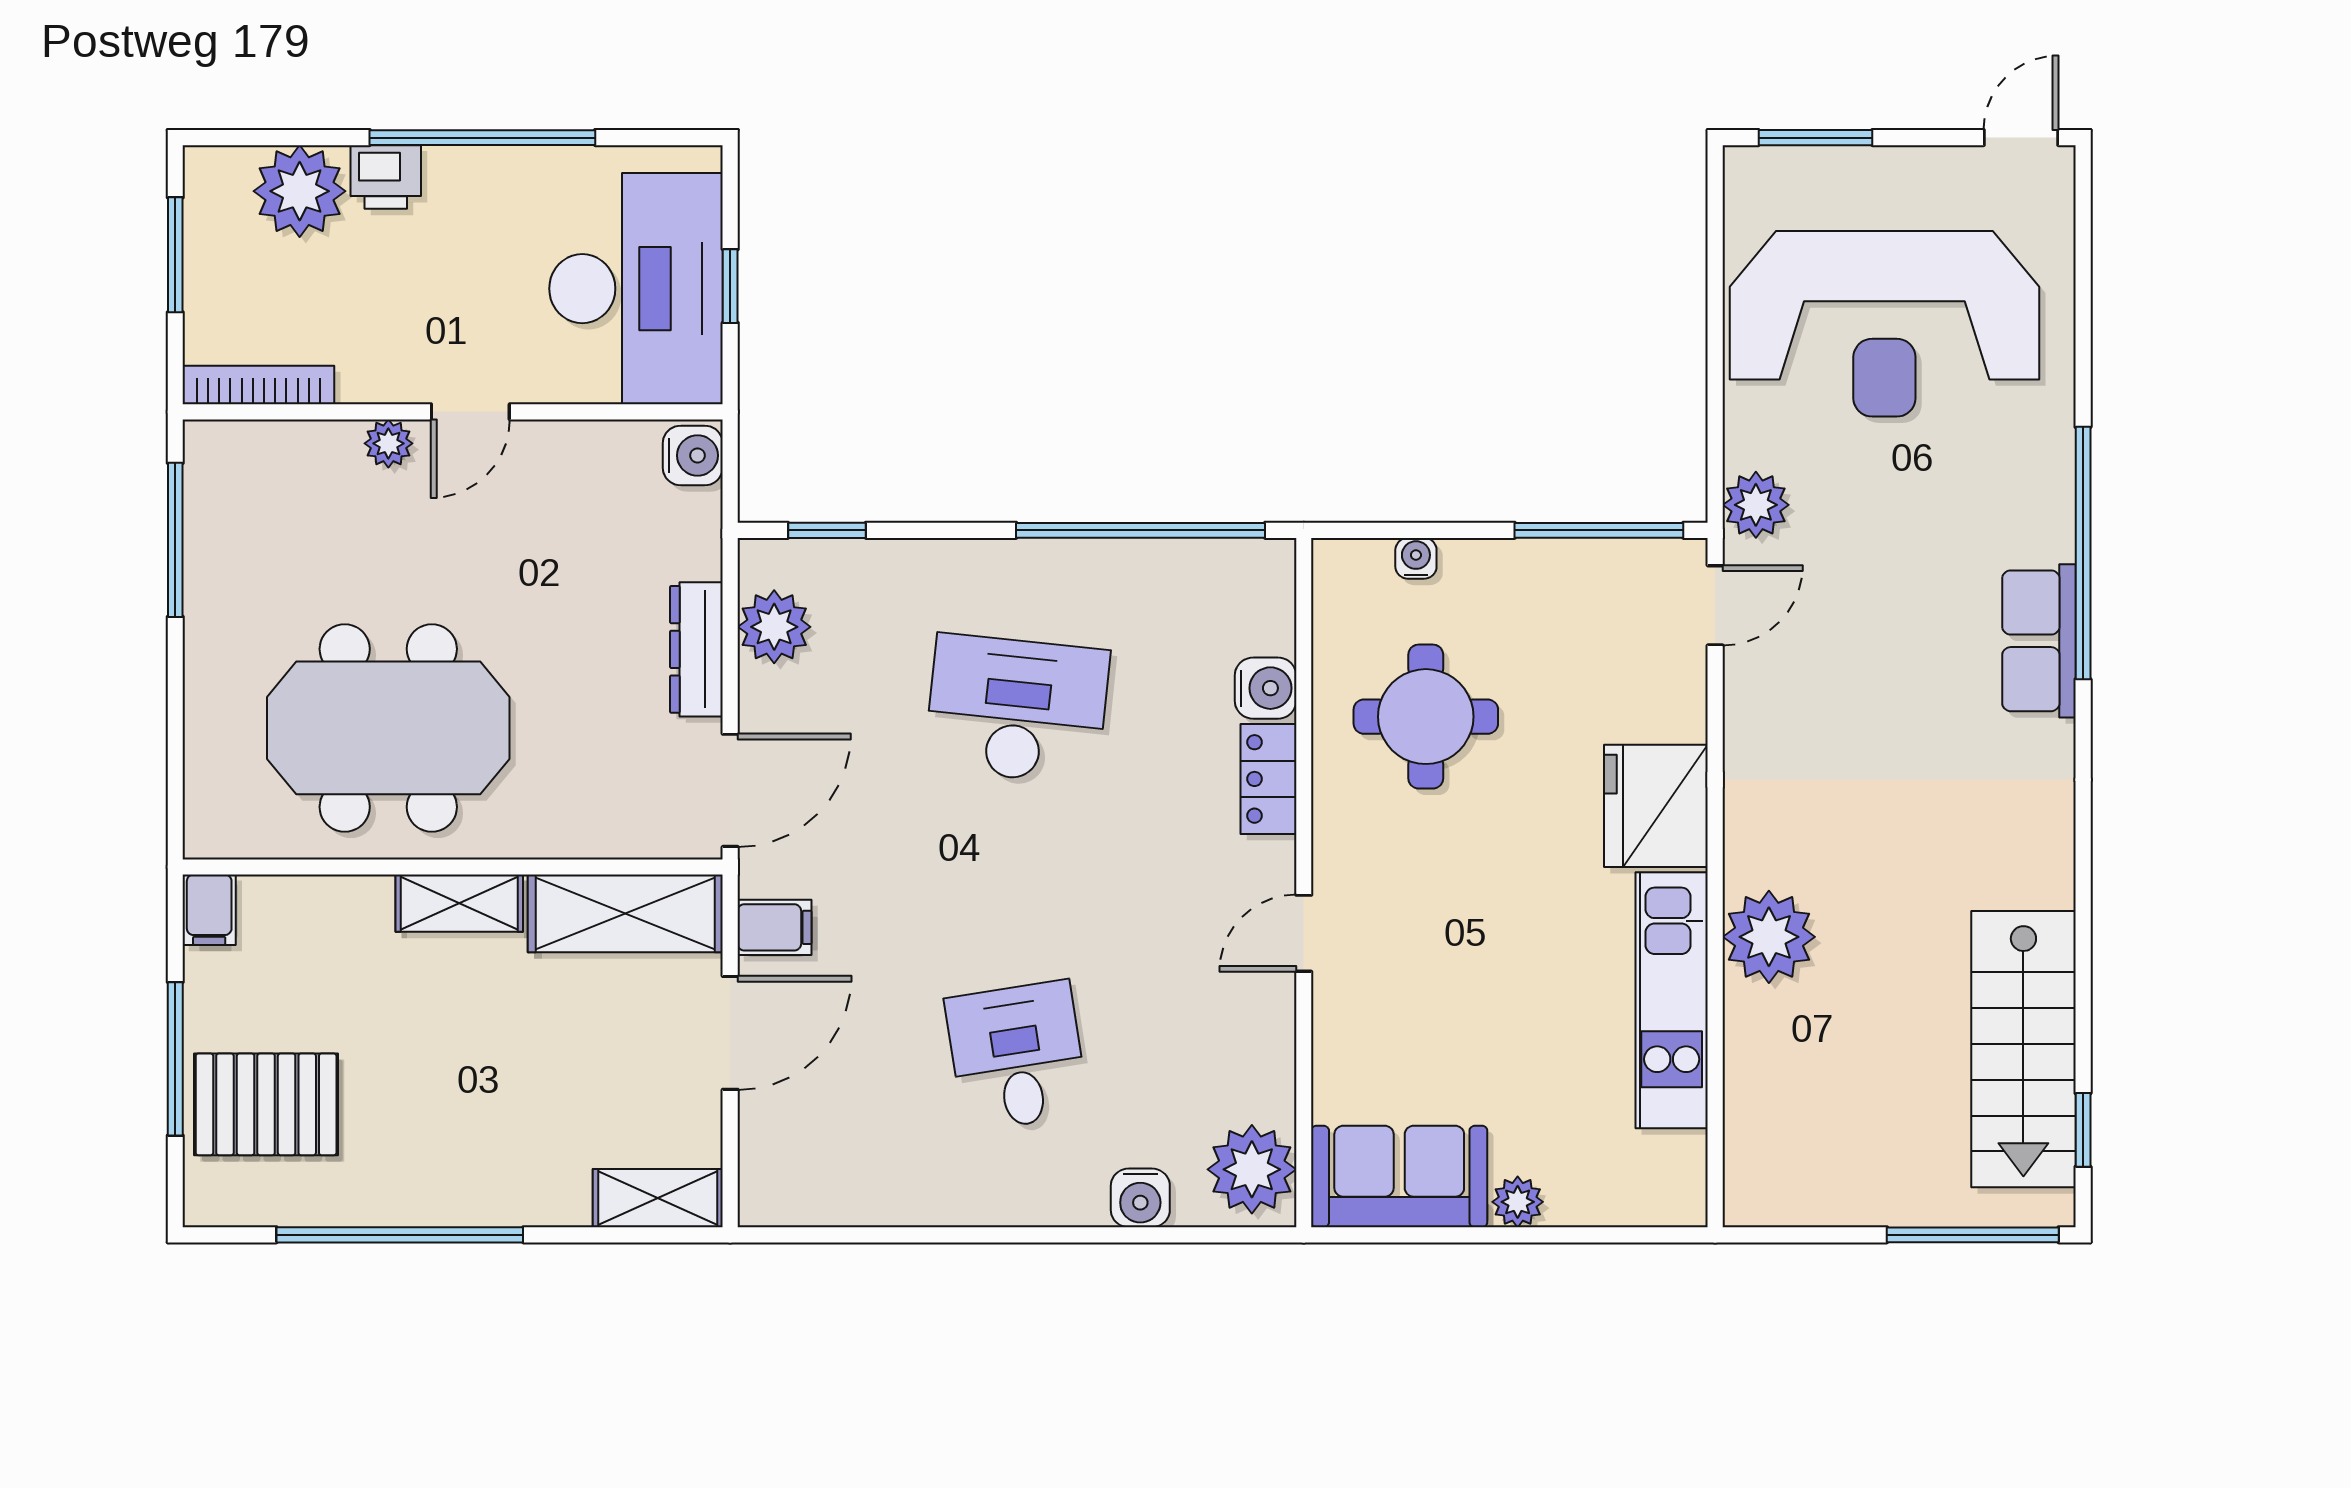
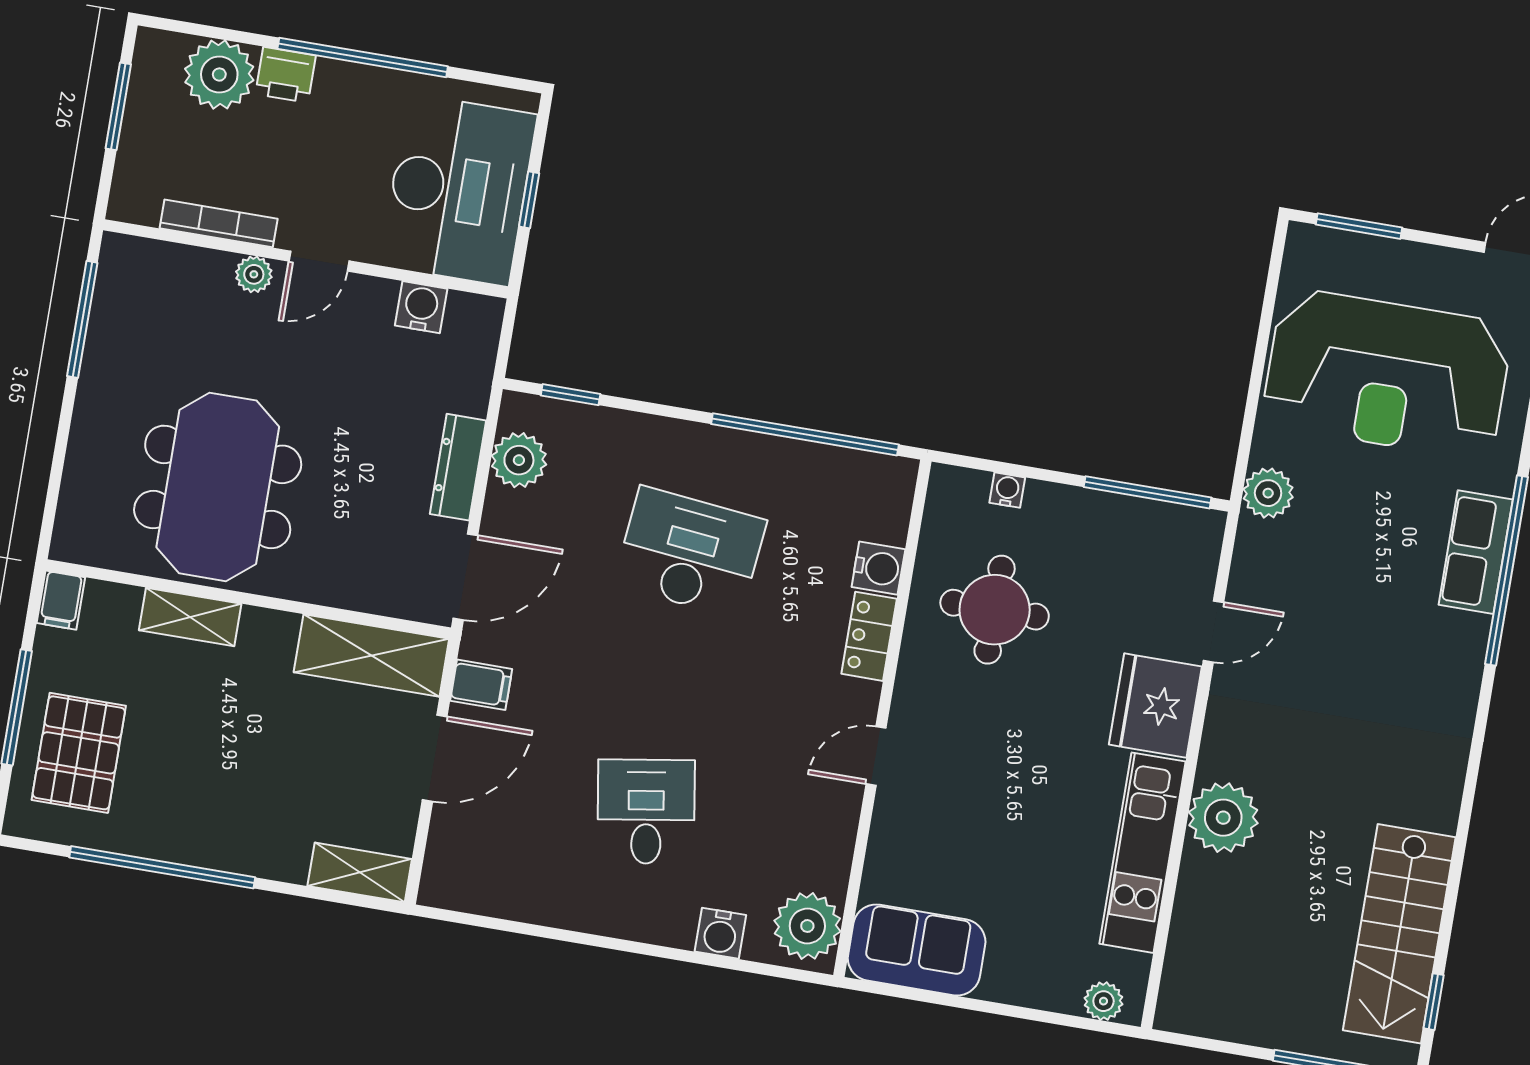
bookcase: (258, 385) -> (219, 223), moved
water cooler: (693, 455) -> (421, 307), moved, turned -90
door: (1715, 605) -> (1213, 631), moved
row of seats: (2039, 641) -> (1476, 552), moved
meeting table: (388, 728) -> (218, 487), turned 90
shelving: (459, 903) -> (190, 617), moved
pallet: (266, 1104) -> (79, 753), turned 90
plant: (1518, 1202) -> (1103, 1001), moved

